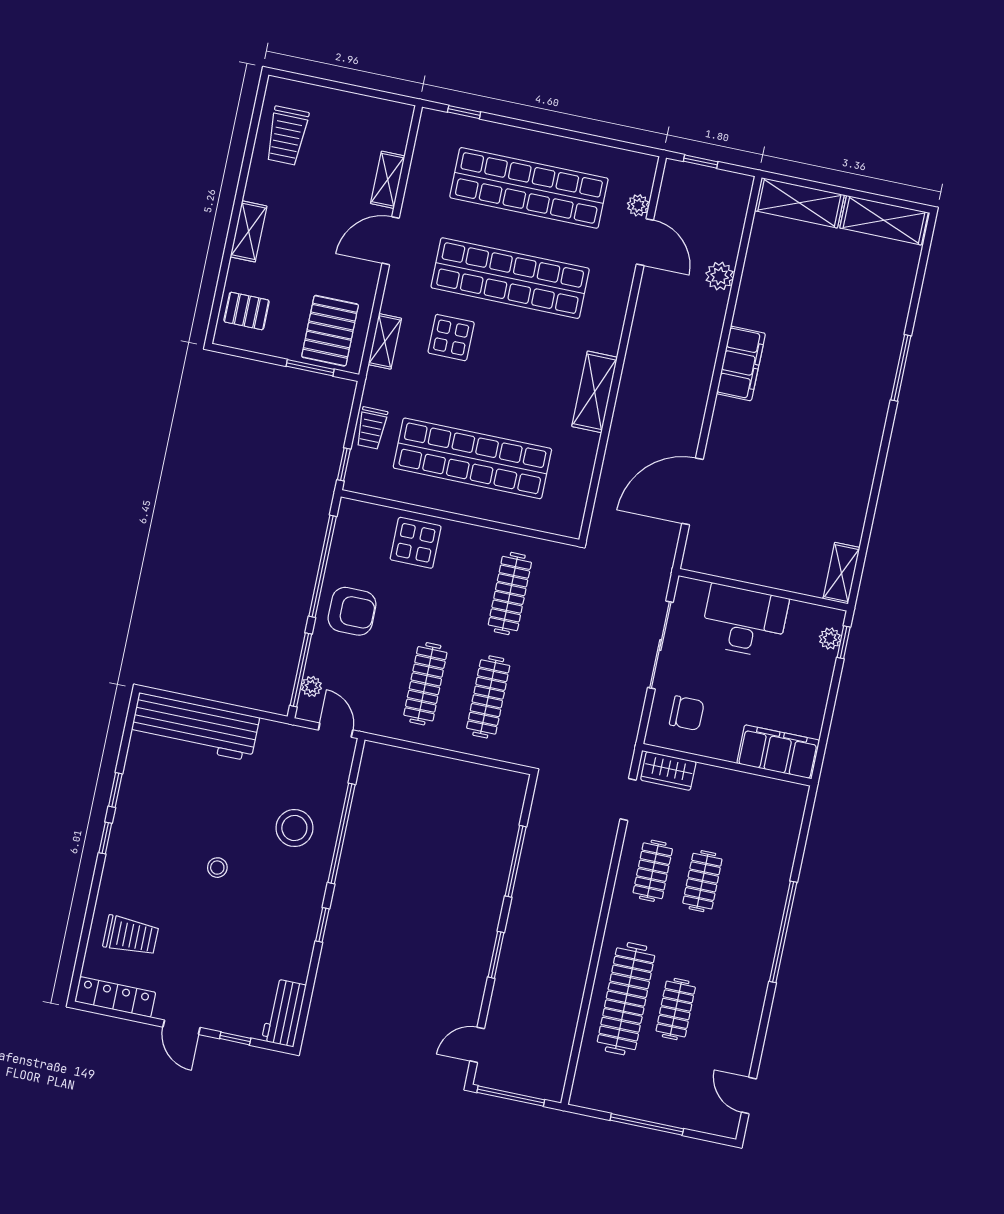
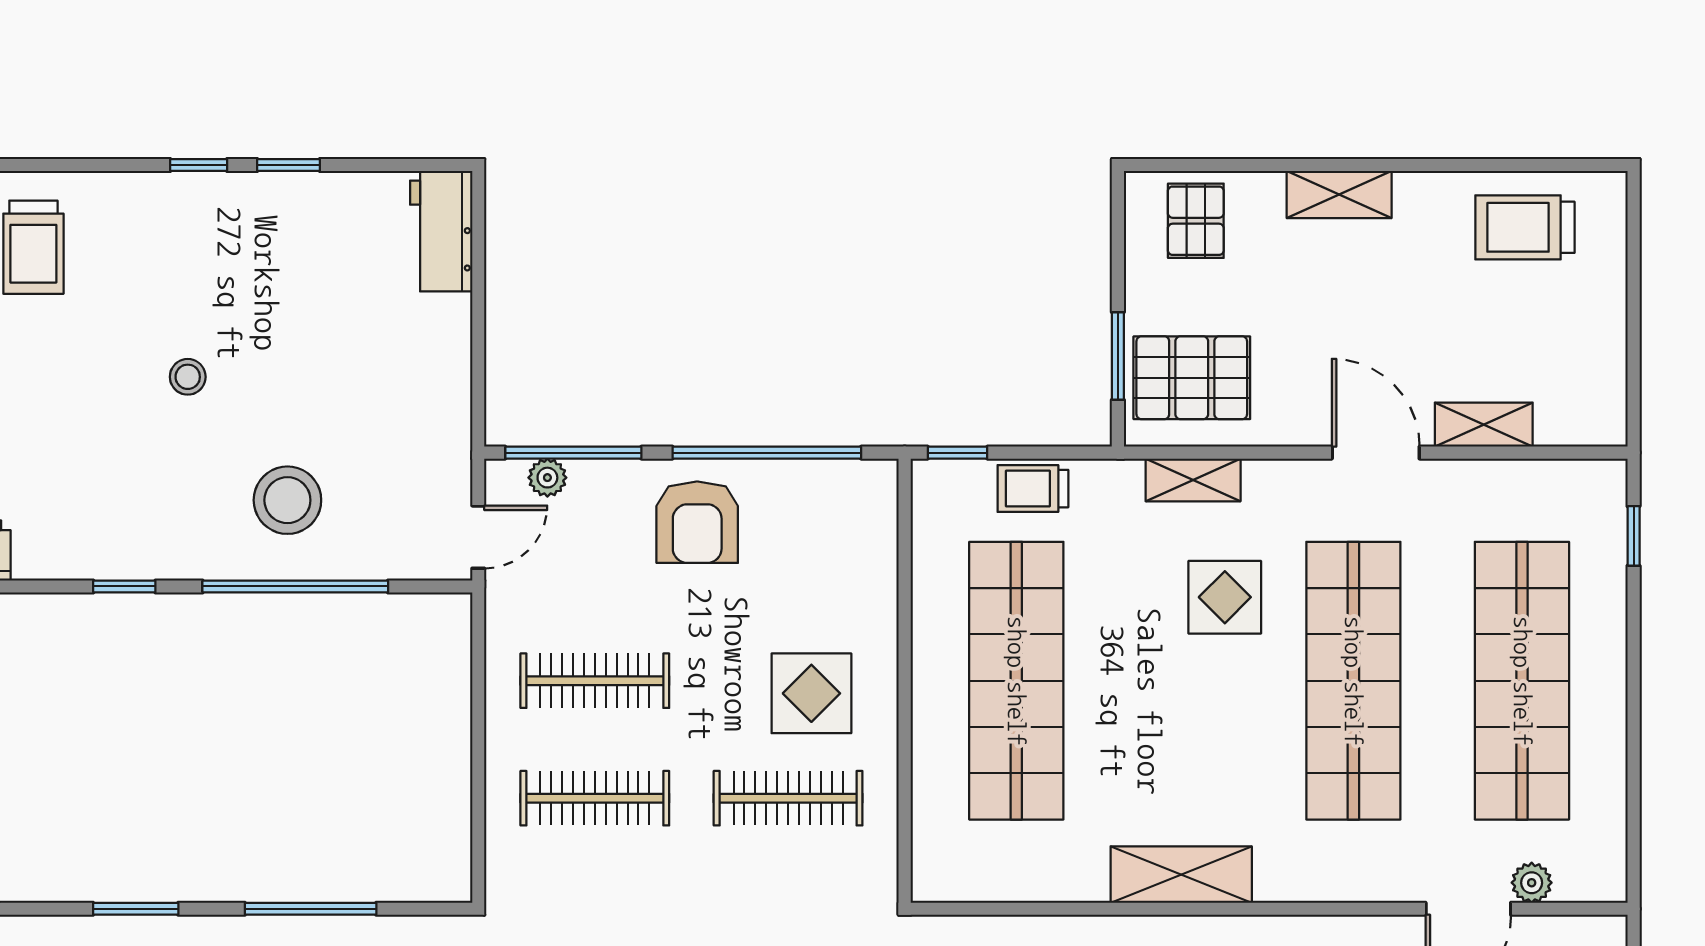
display table: (416, 543) -> (811, 693), moved
workbench: (195, 727) -> (441, 231), width x0.53, depth x0.76

